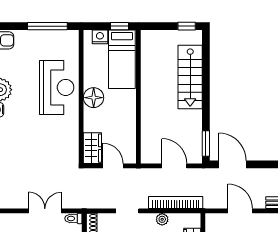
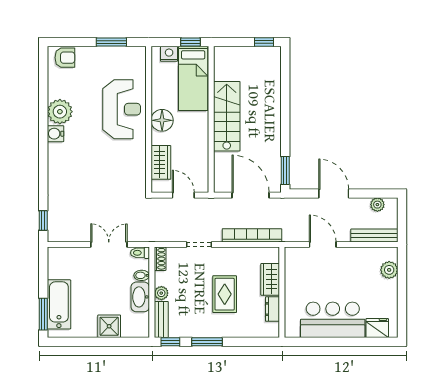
window: (47, 26) -> (111, 42), width x0.69
stairs: (190, 77) -> (227, 116), moved, turned 180
wardrobe: (92, 148) -> (161, 162), moved
door: (232, 164) -> (334, 193), moved
door: (174, 166) -> (251, 195), width x1.36
plant: (162, 219) -> (237, 254), removed

